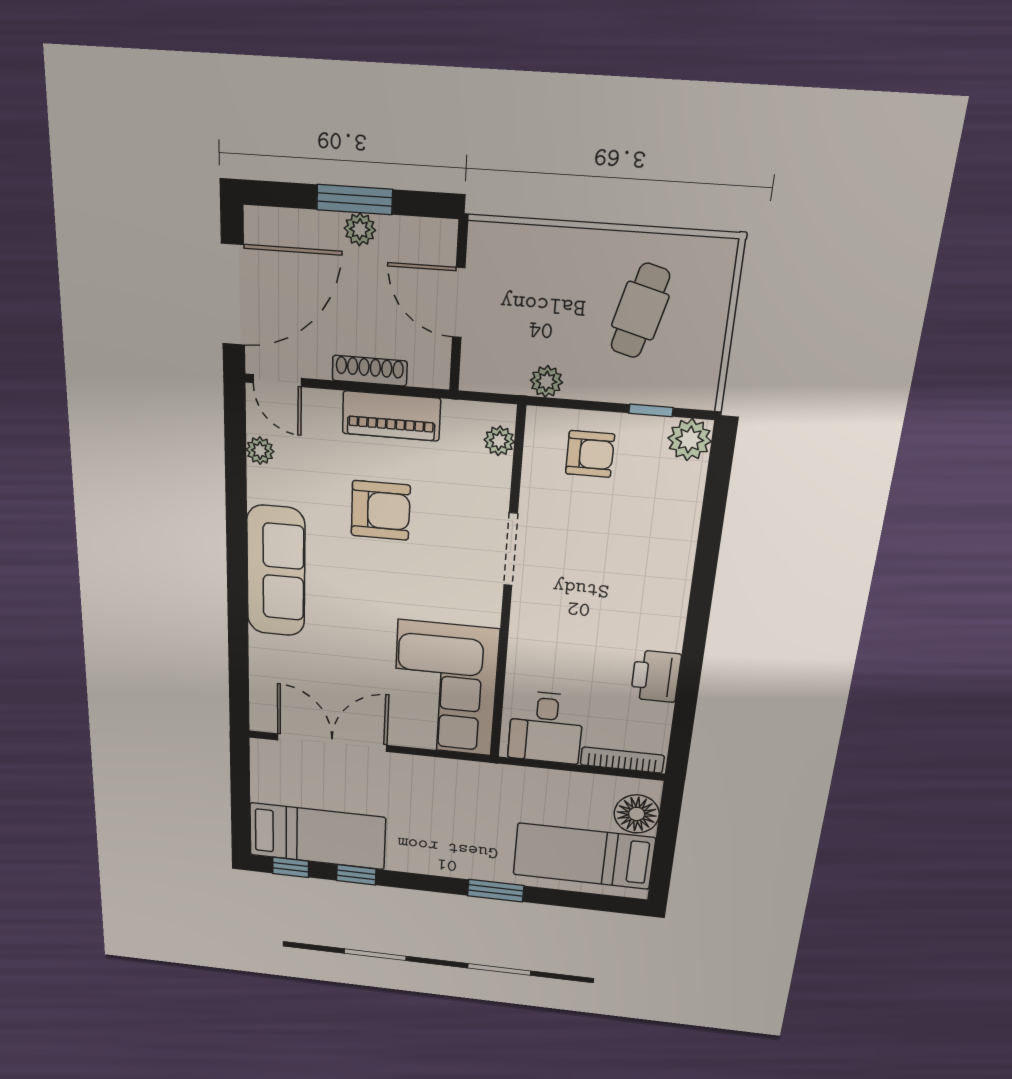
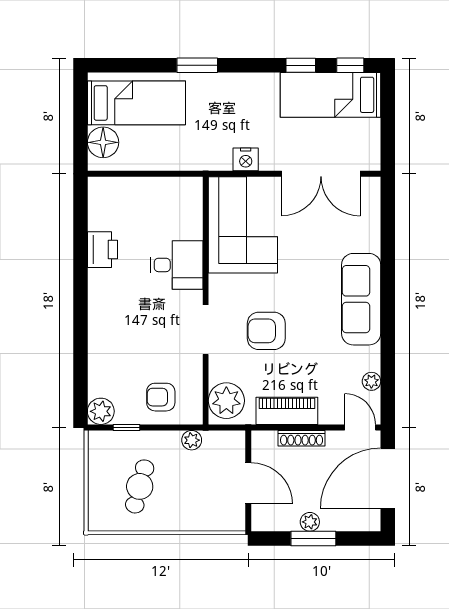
plant: (499, 441) -> (226, 401), width x1.87, depth x1.87
armchair: (381, 510) -> (266, 331), moved
desk: (546, 727) -> (176, 265), moved, turned 90
bookcase: (622, 760) -> (118, 184), removed
nightstand: (436, 771) -> (246, 159), added

